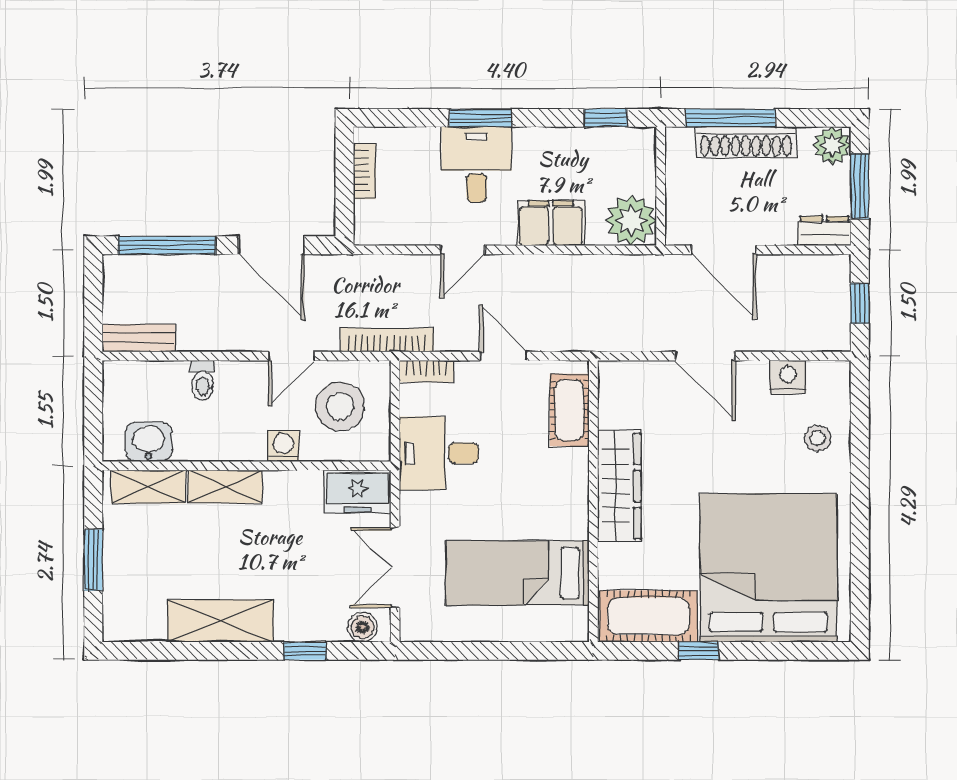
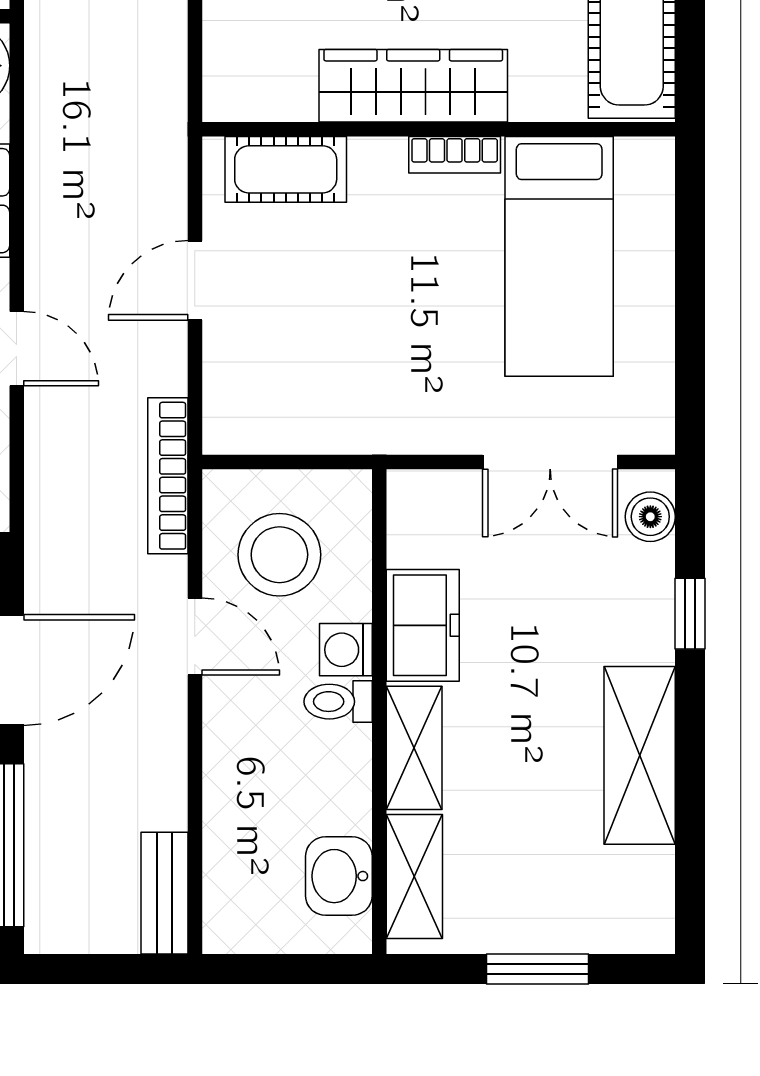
bookcase: (427, 371) -> (455, 155), moved, turned 90
toilet: (203, 381) -> (338, 702), moved, turned 180
desk: (439, 453) -> (358, 389), removed
freezer: (358, 492) -> (423, 625), moved

